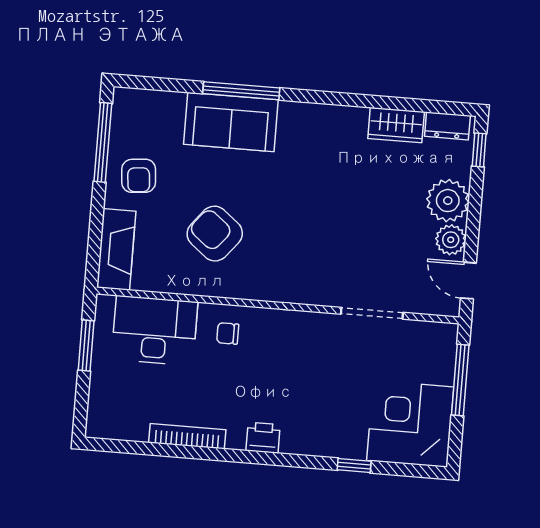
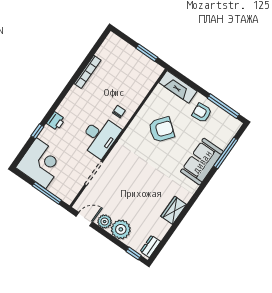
window: (241, 91) -> (226, 153), moved
wardrobe: (396, 125) -> (174, 210), moved
desk: (155, 331) -> (100, 136), moved
printer: (263, 438) -> (56, 121), moved

